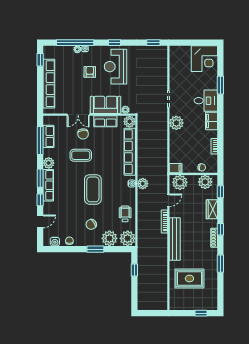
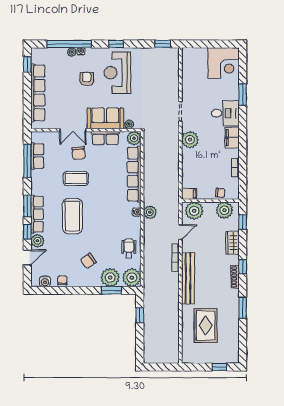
plant: (49, 163) -> (37, 241), moved
coffee table: (93, 189) -> (72, 216), moved
window: (95, 249) -> (112, 290), moved
rug: (189, 279) -> (206, 326), turned 90

